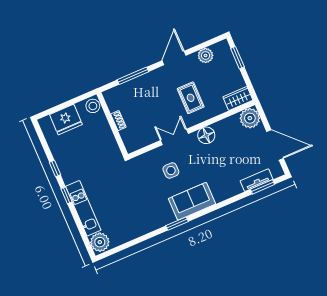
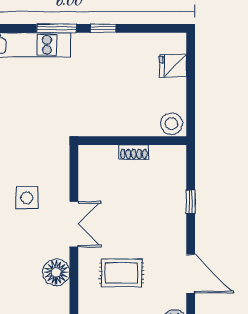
window: (133, 76) -> (191, 202), width x0.46
fridge: (66, 120) -> (173, 66), width x0.53, depth x0.75
window: (67, 195) -> (56, 28), width x1.50

